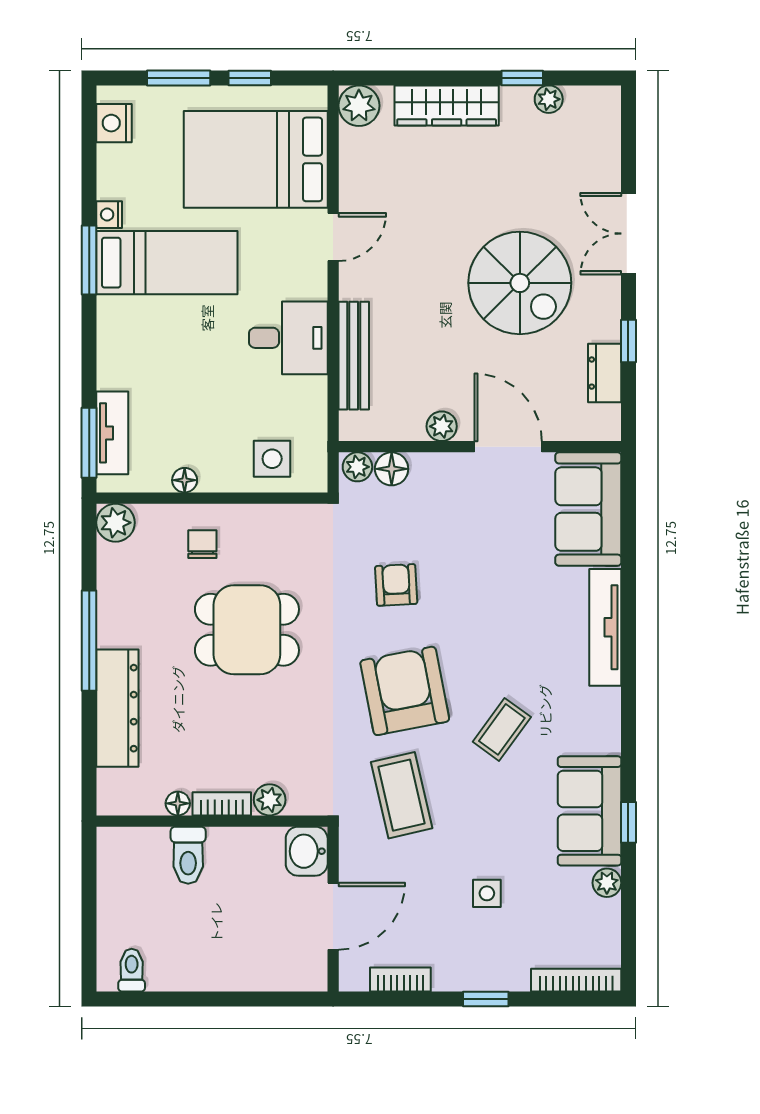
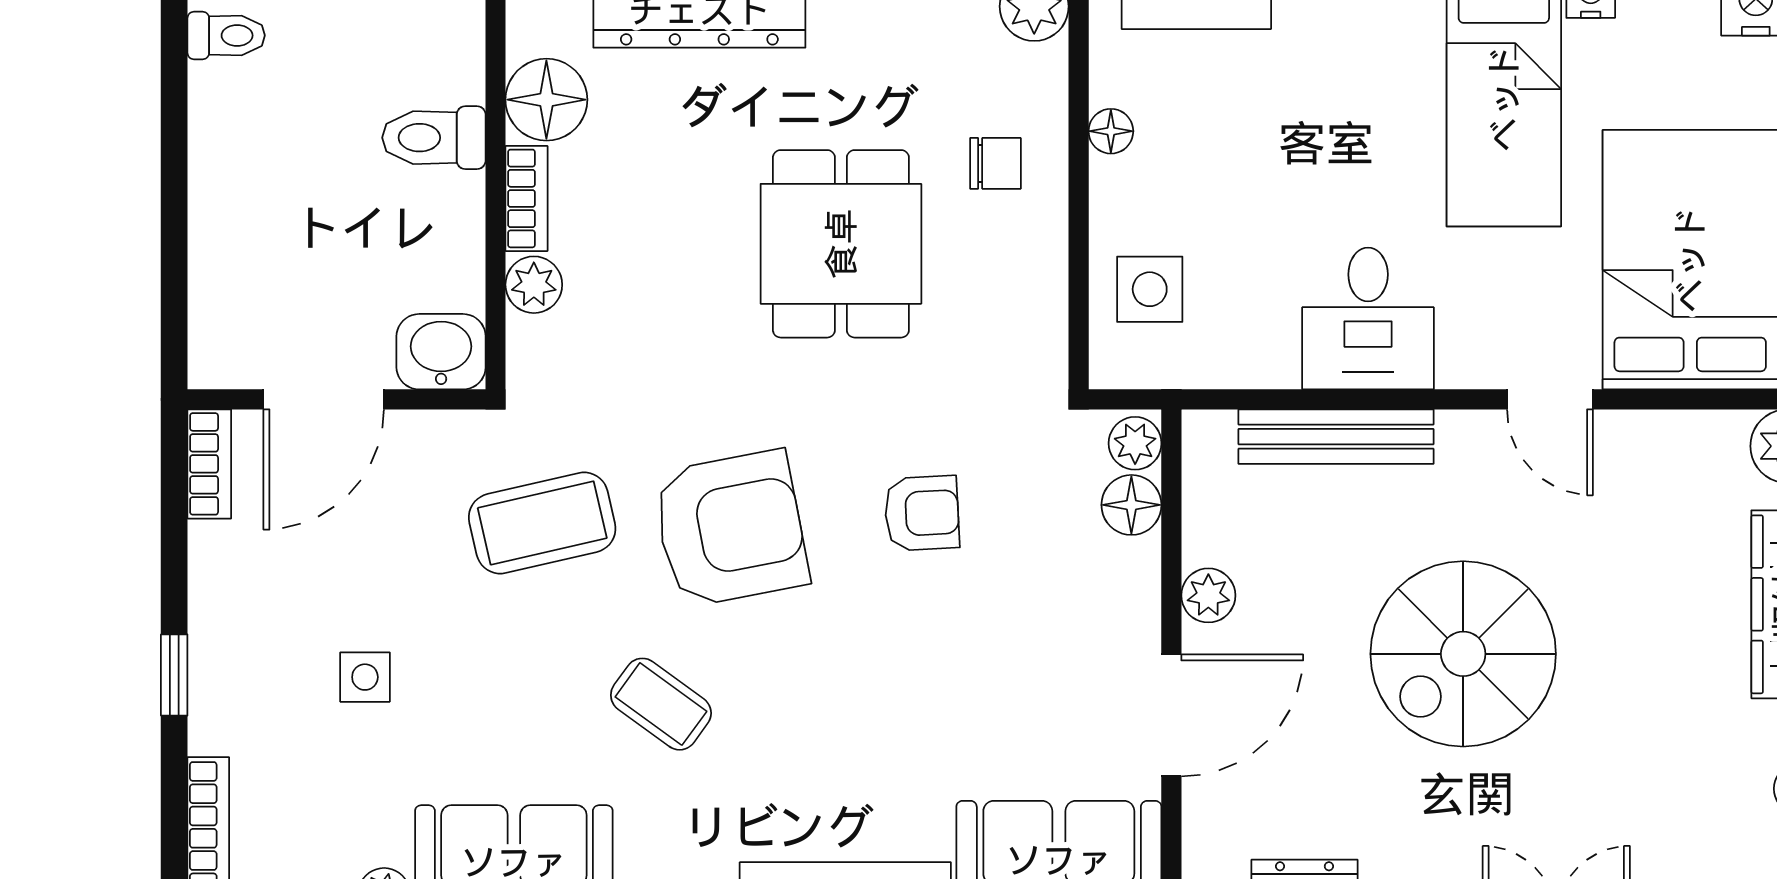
spiral stairs: (520, 283) -> (1463, 654), moved
floor lamp: (178, 803) -> (546, 100), width x1.89, depth x1.89
door: (333, 916) -> (324, 399), hinge flipped
bookcase: (400, 980) -> (209, 464), moved

